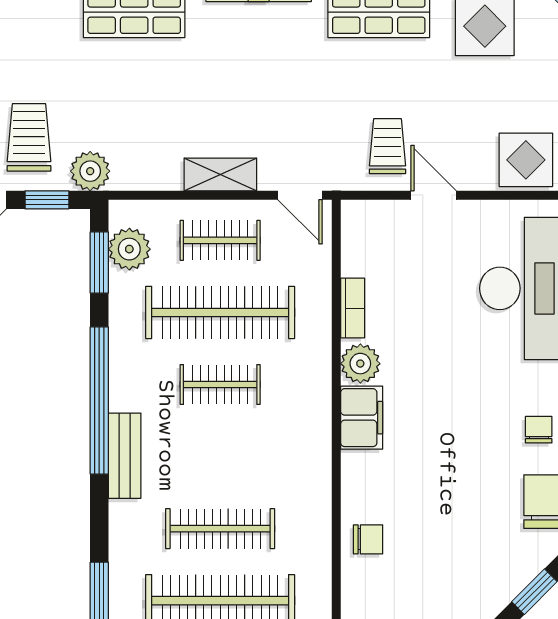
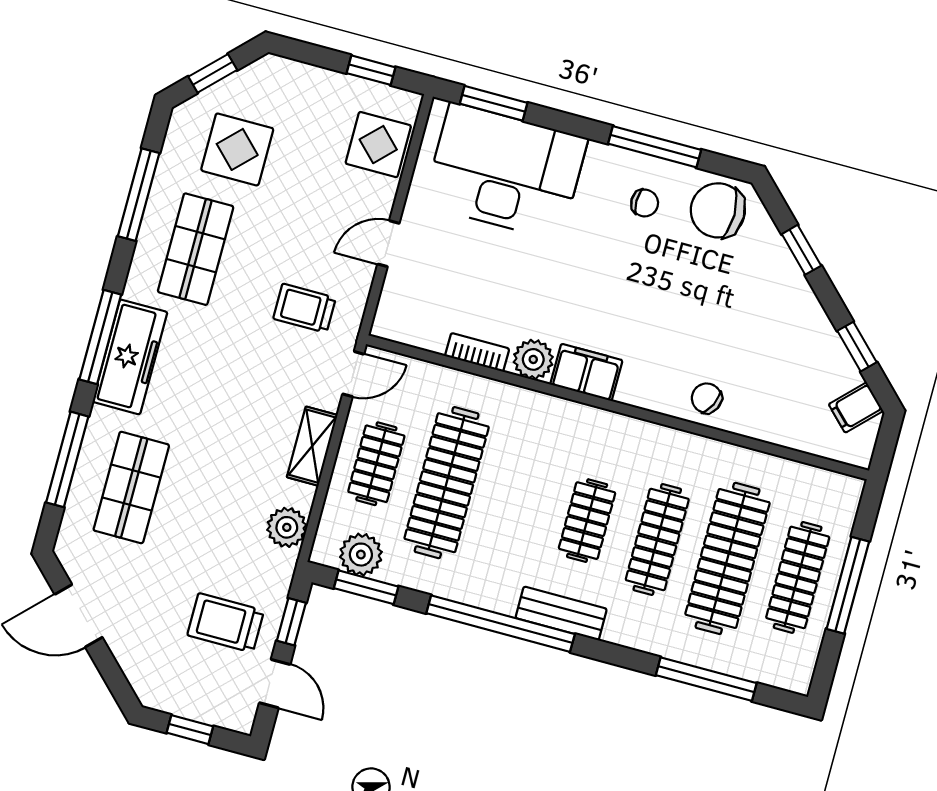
trolley: (388, 146) -> (304, 308), moved
plant: (90, 171) -> (287, 527), moved
clothes rail: (220, 384) -> (587, 521), moved
chair: (539, 430) -> (645, 203), turned 180
chair: (368, 539) -> (707, 398), turned -64

